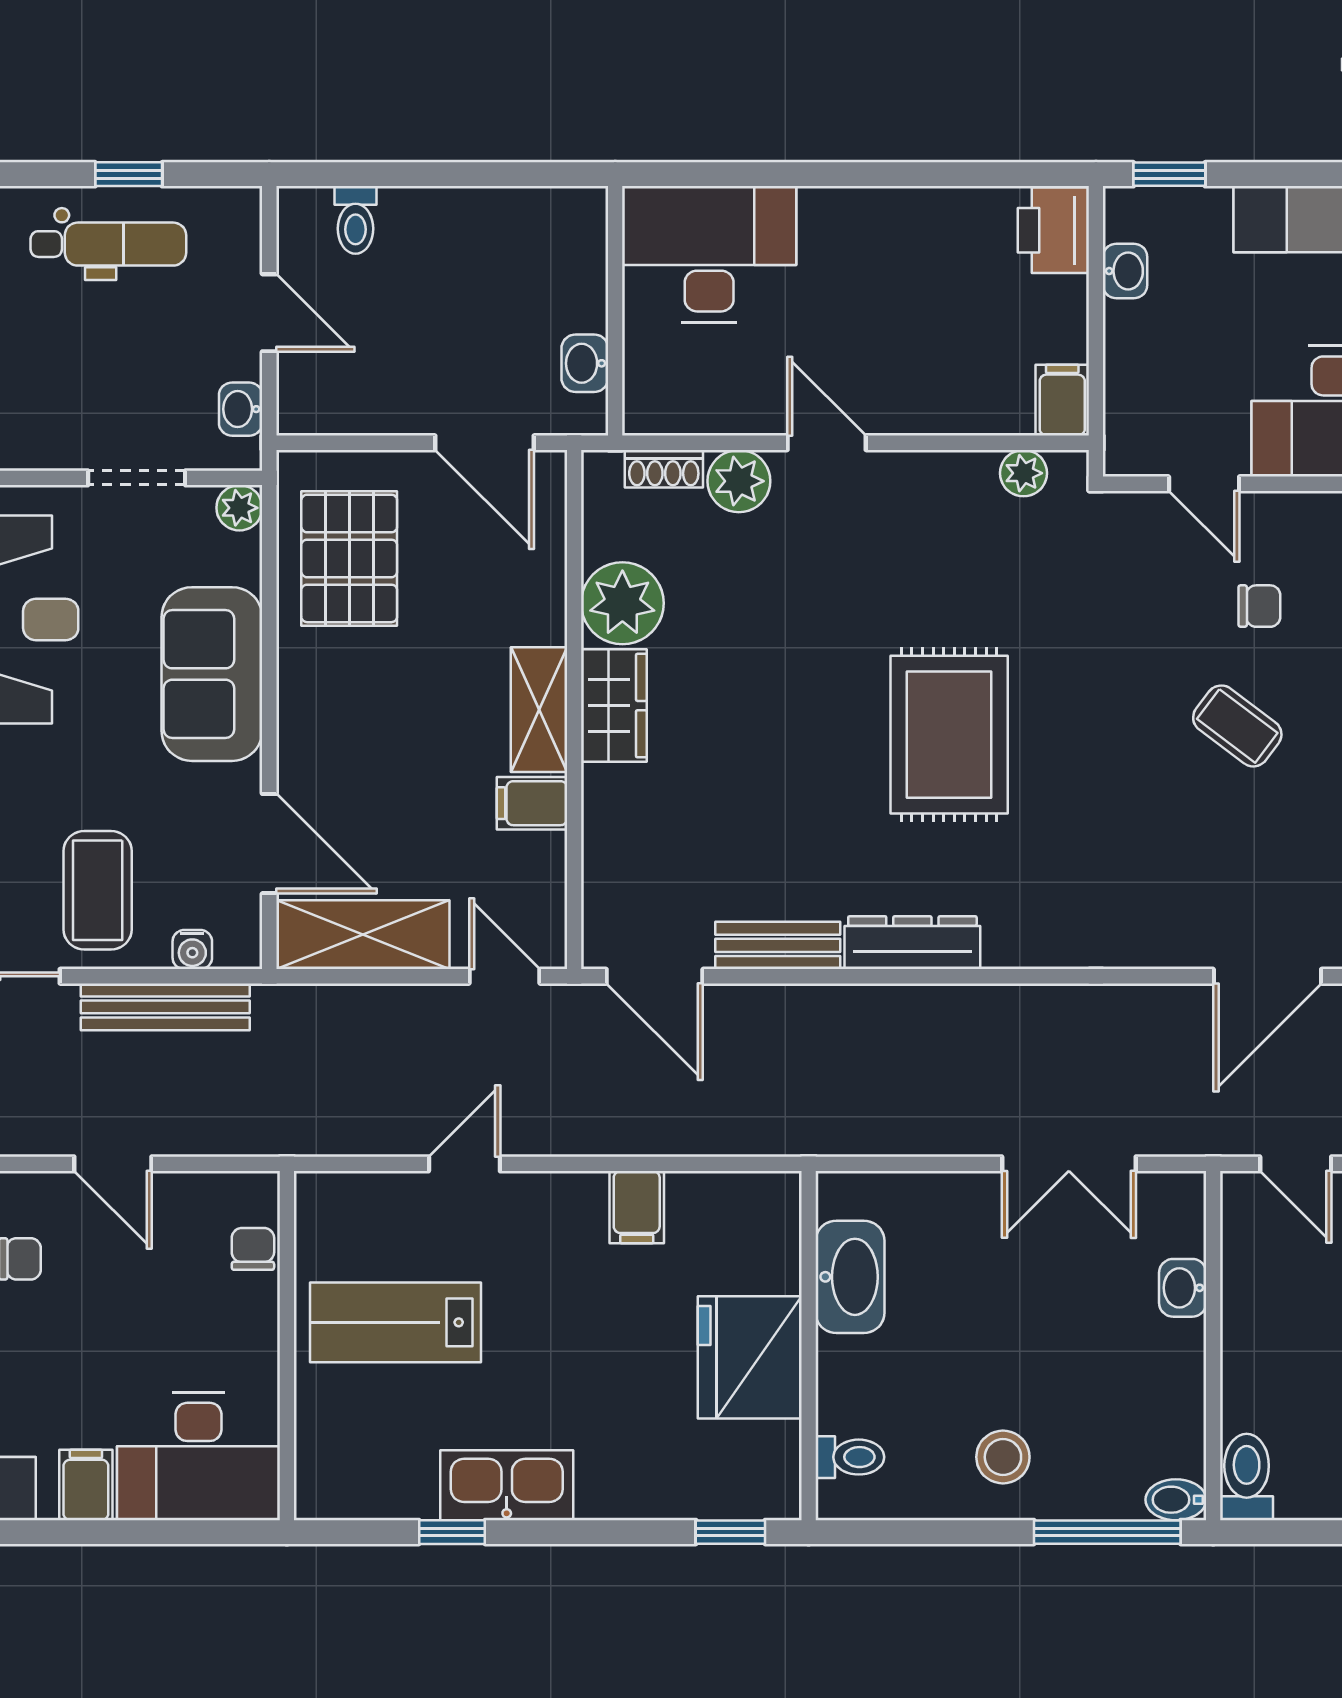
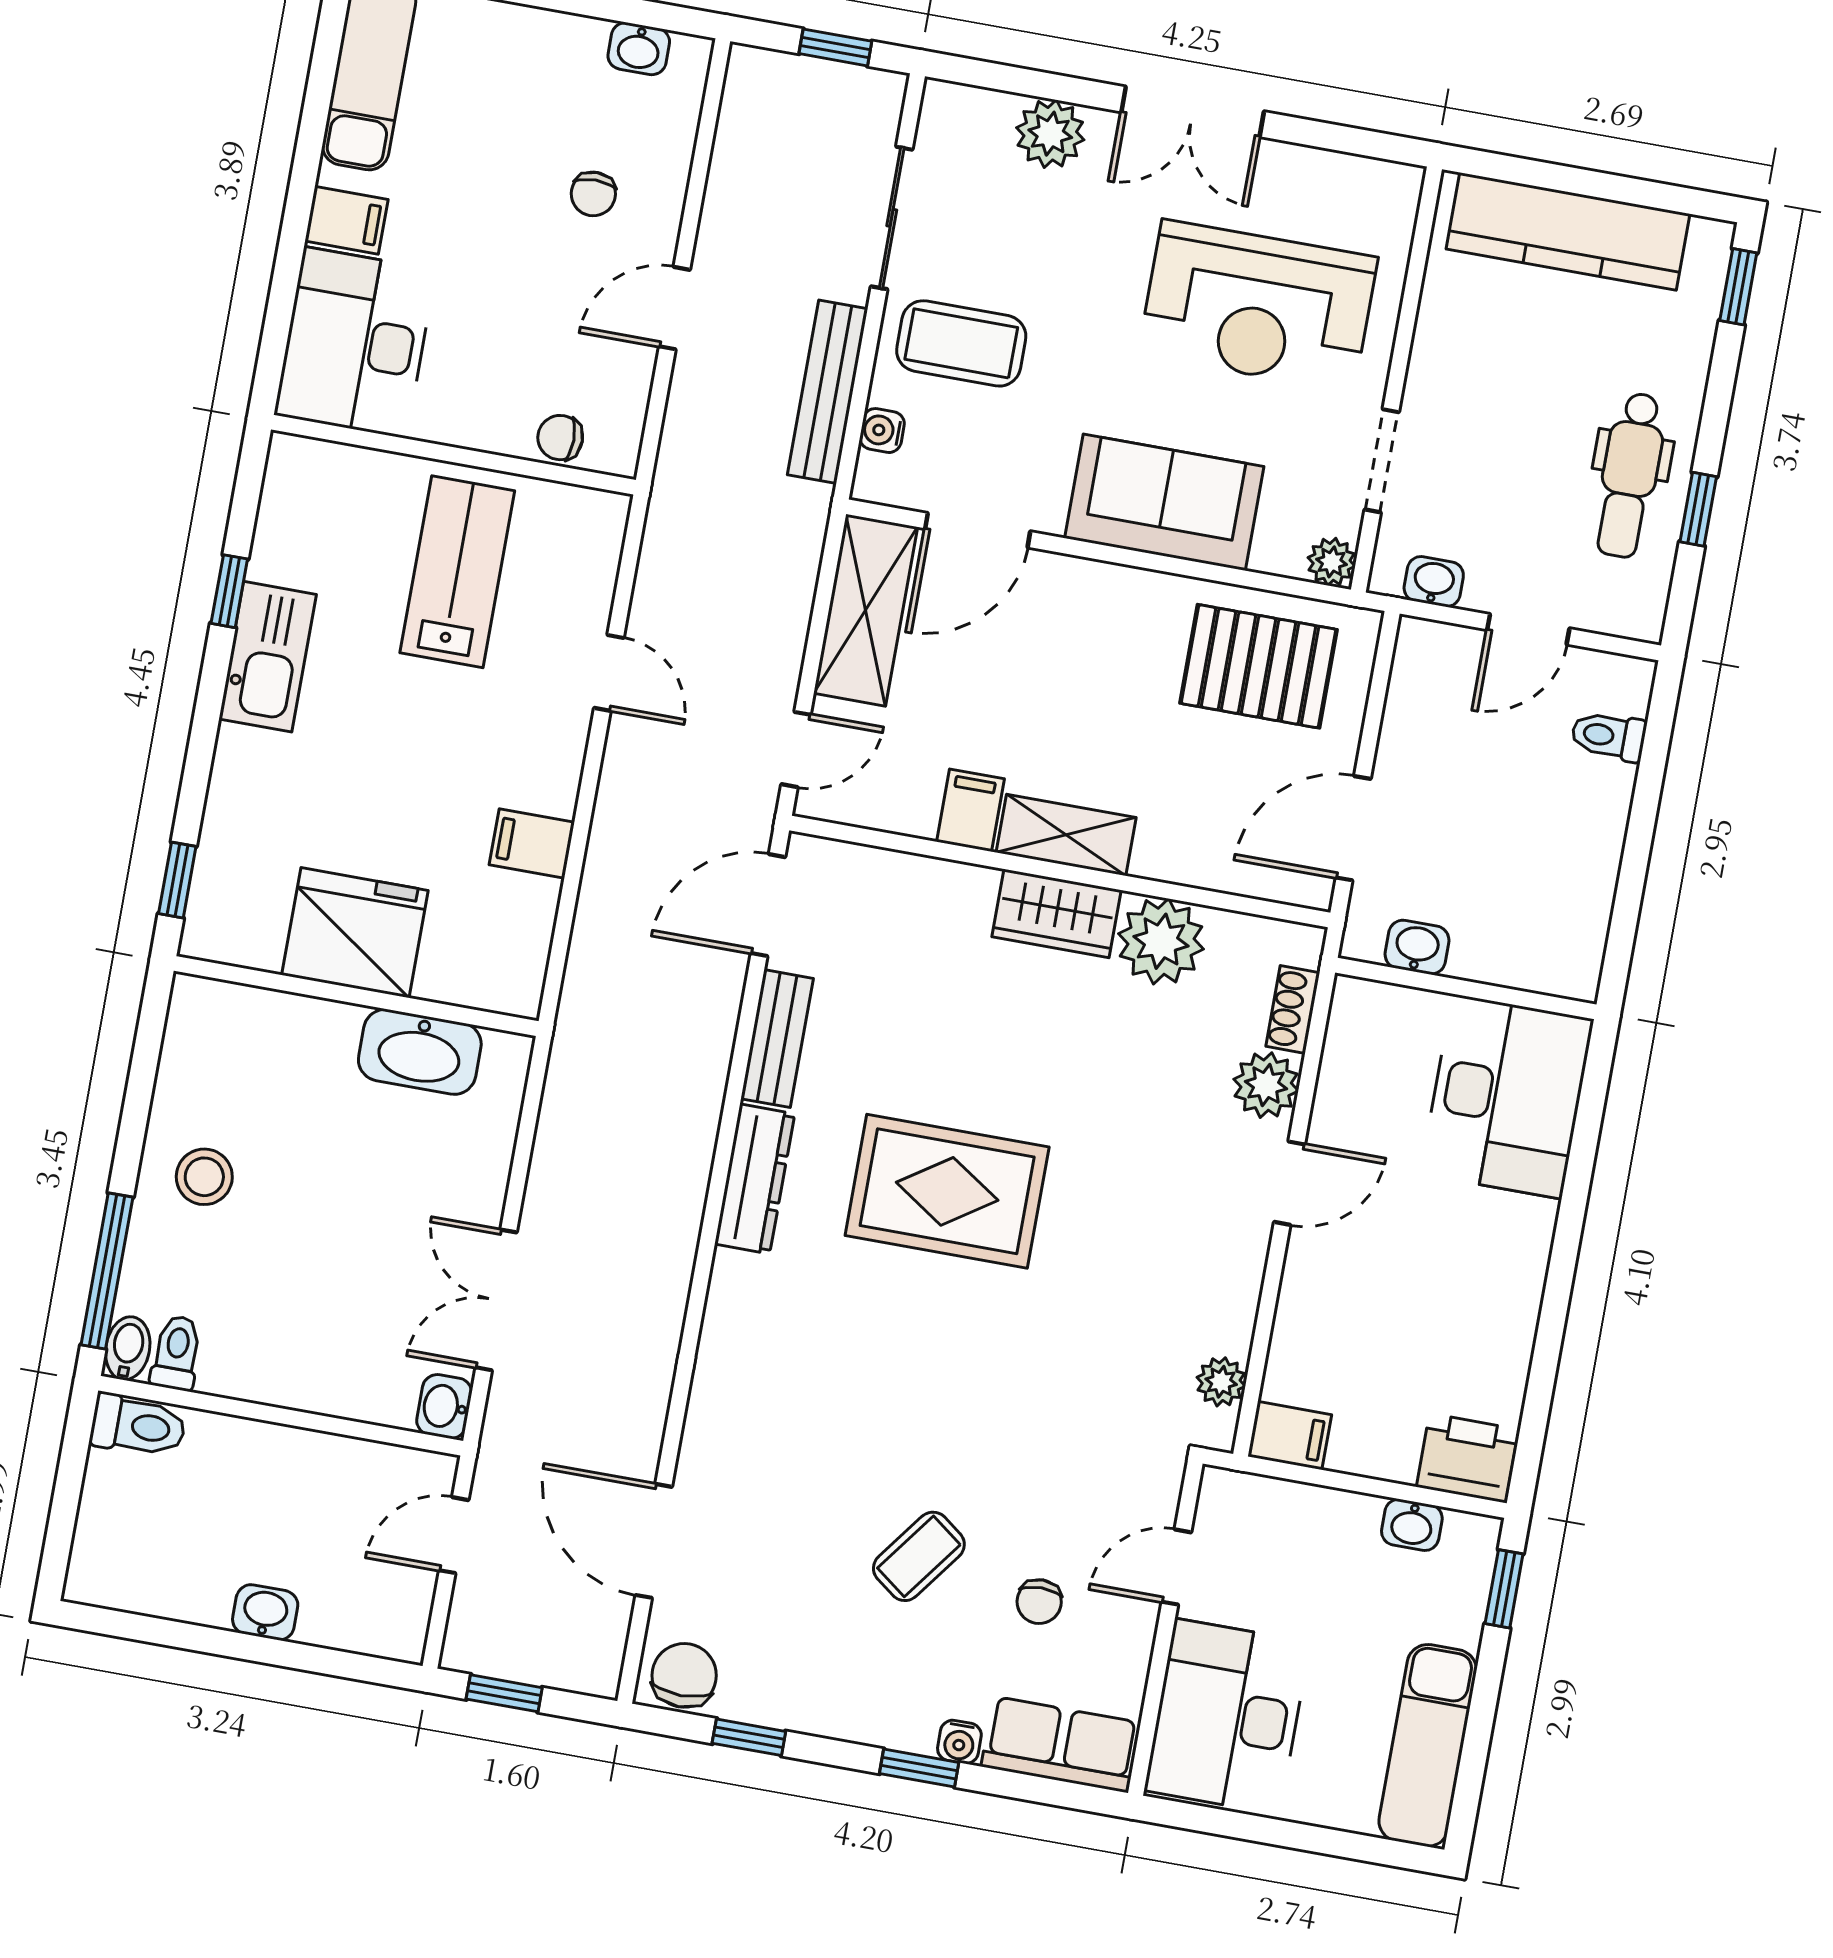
rug: (949, 735) -> (947, 1191), moved
chair: (253, 1249) -> (560, 438), turned 180
washbasin: (1183, 1288) -> (444, 1407), moved, turned -90
toilet: (850, 1457) -> (176, 1353), moved, turned 180

